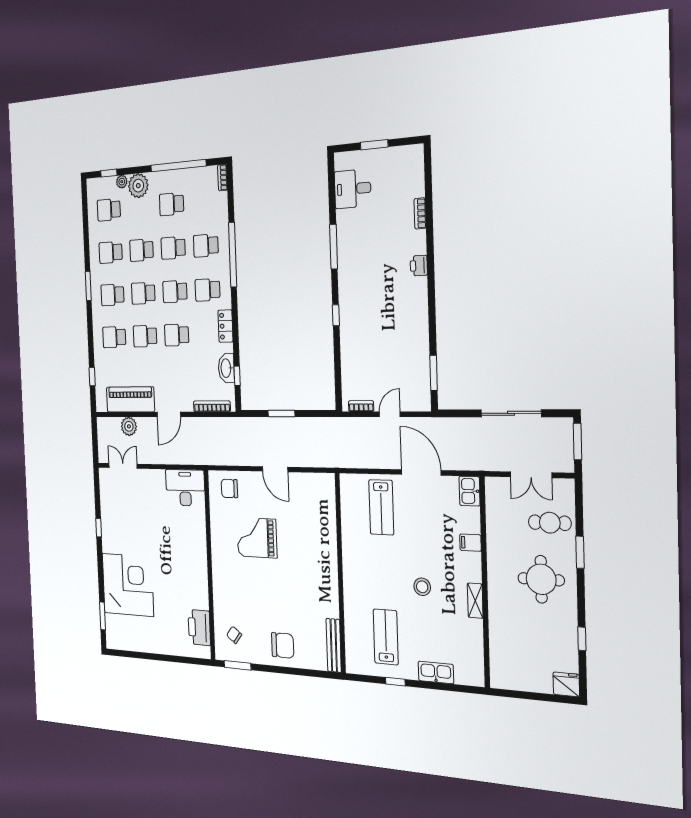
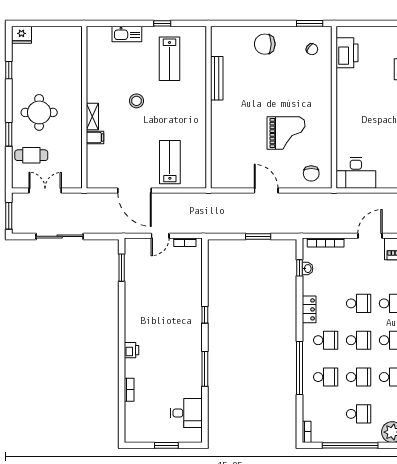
washbasin: (226, 368) -> (307, 269), width x0.52, depth x0.69
chair: (229, 488) -> (311, 173), turned 90
kitchen sink: (470, 491) -> (95, 177), removed
shelving: (475, 601) -> (92, 117), moved
bench: (334, 645) -> (217, 78), moved

